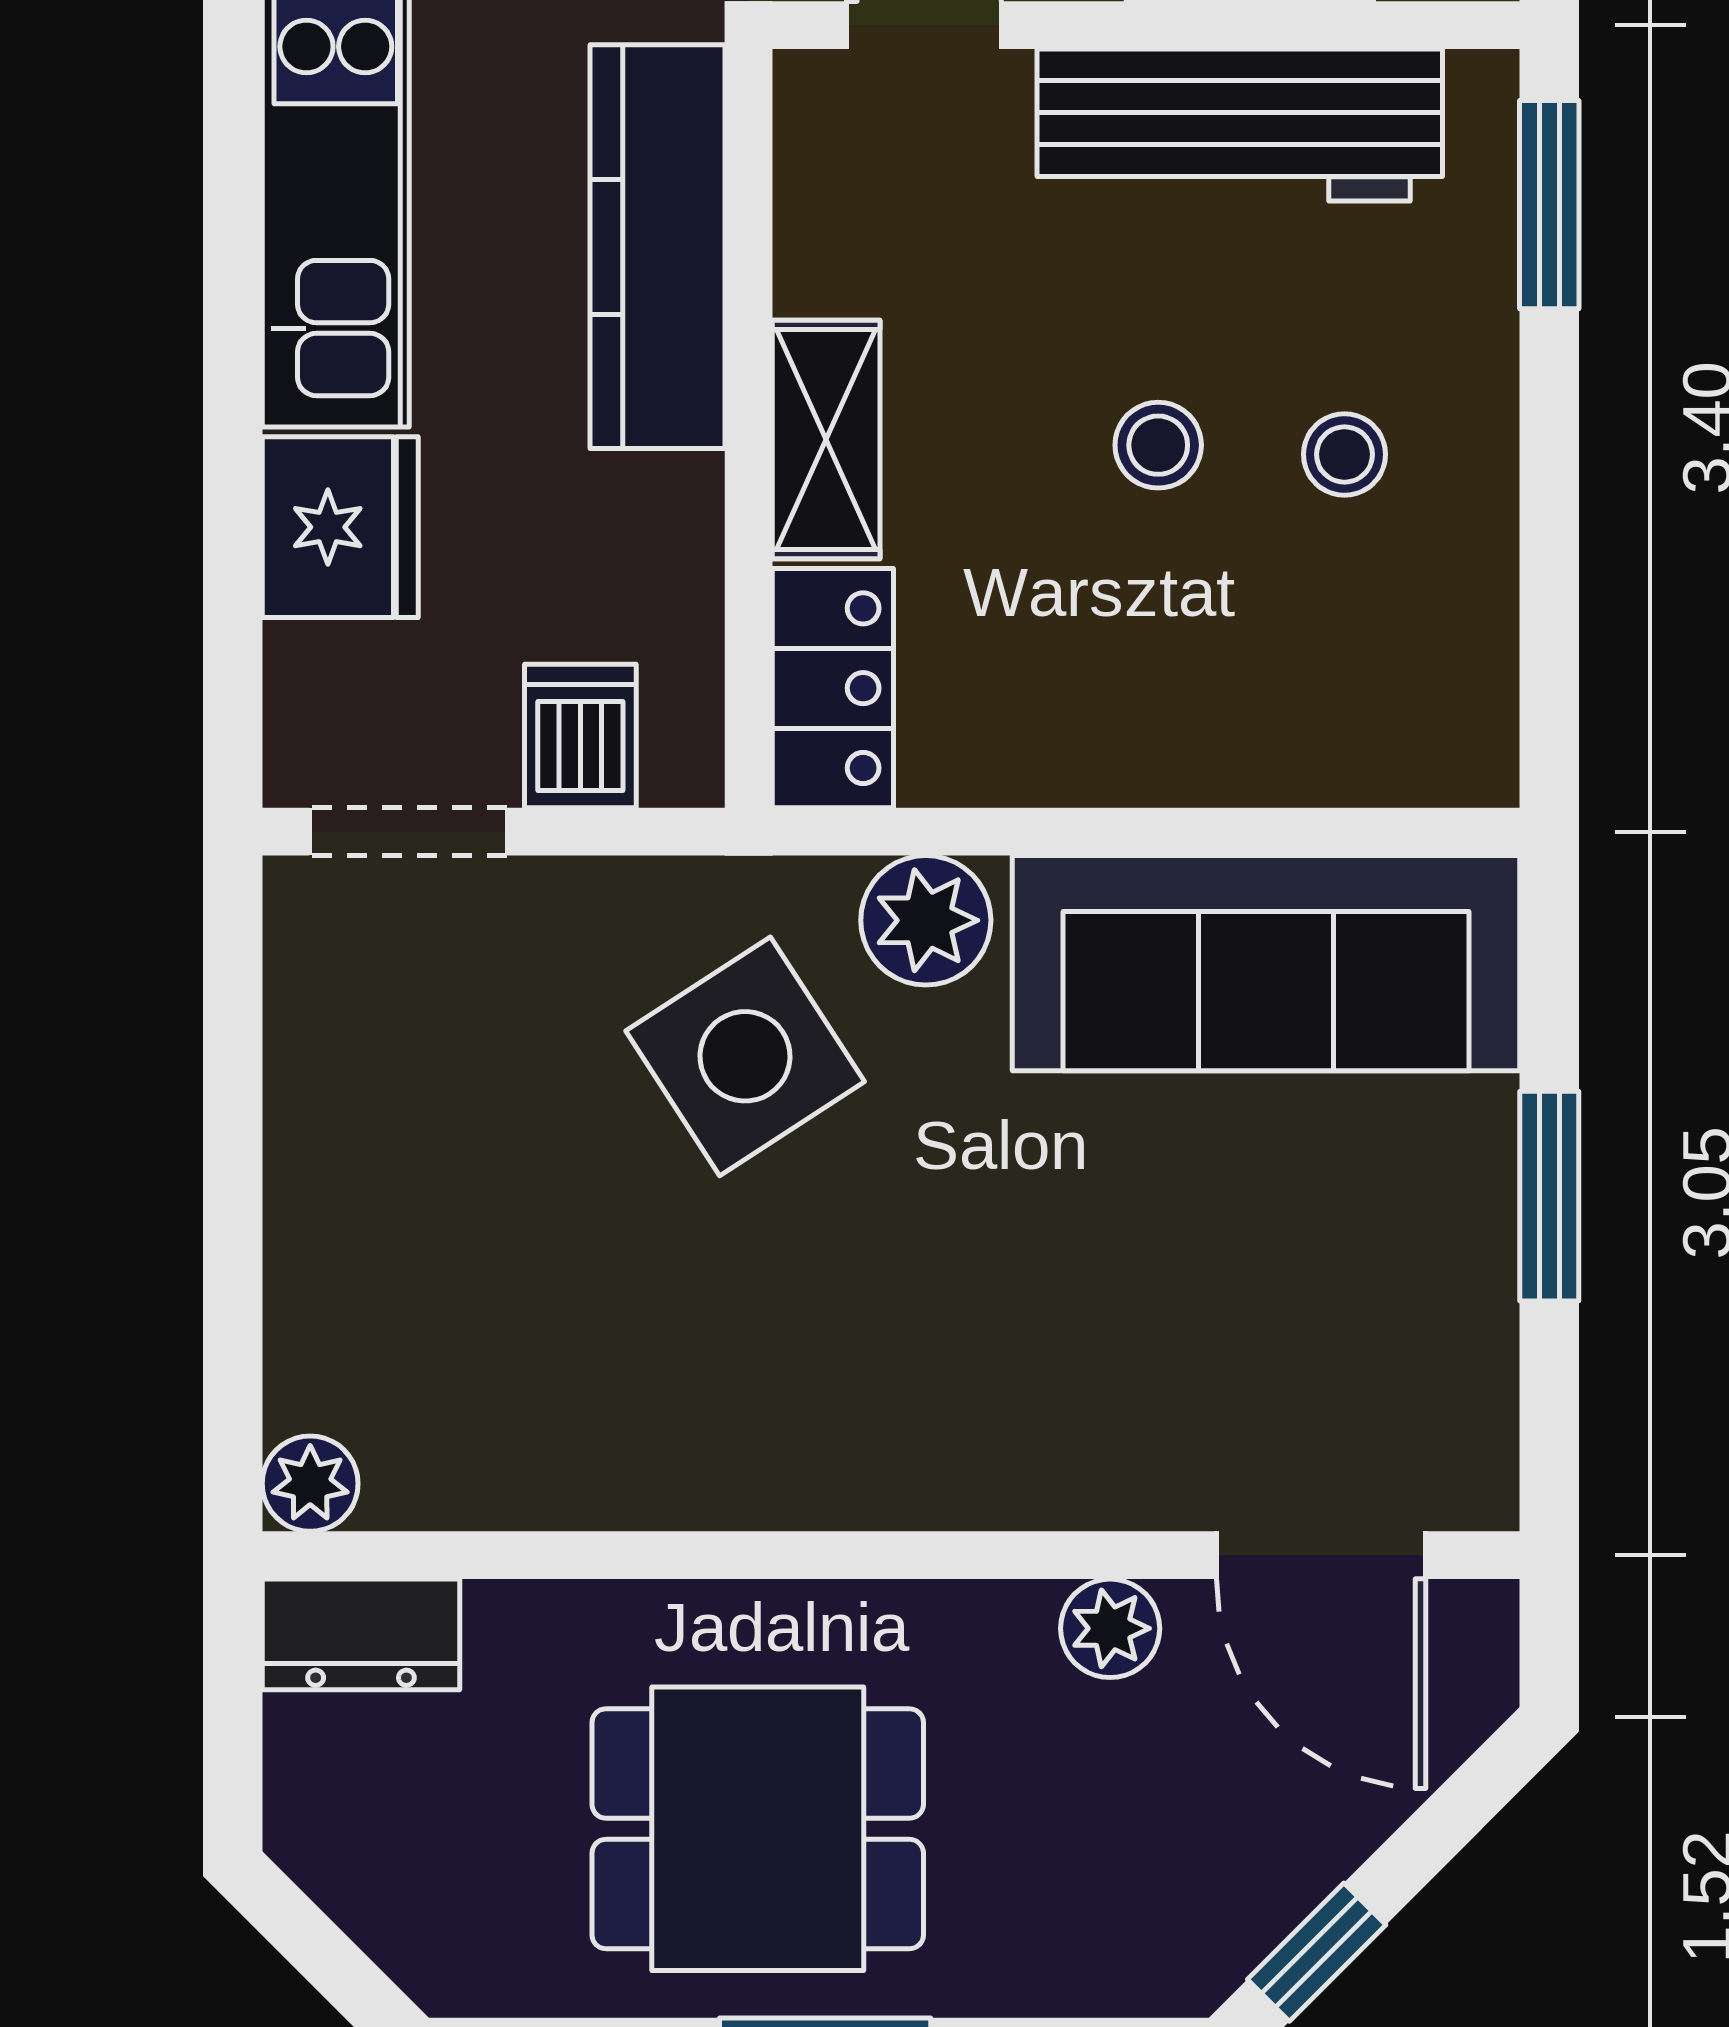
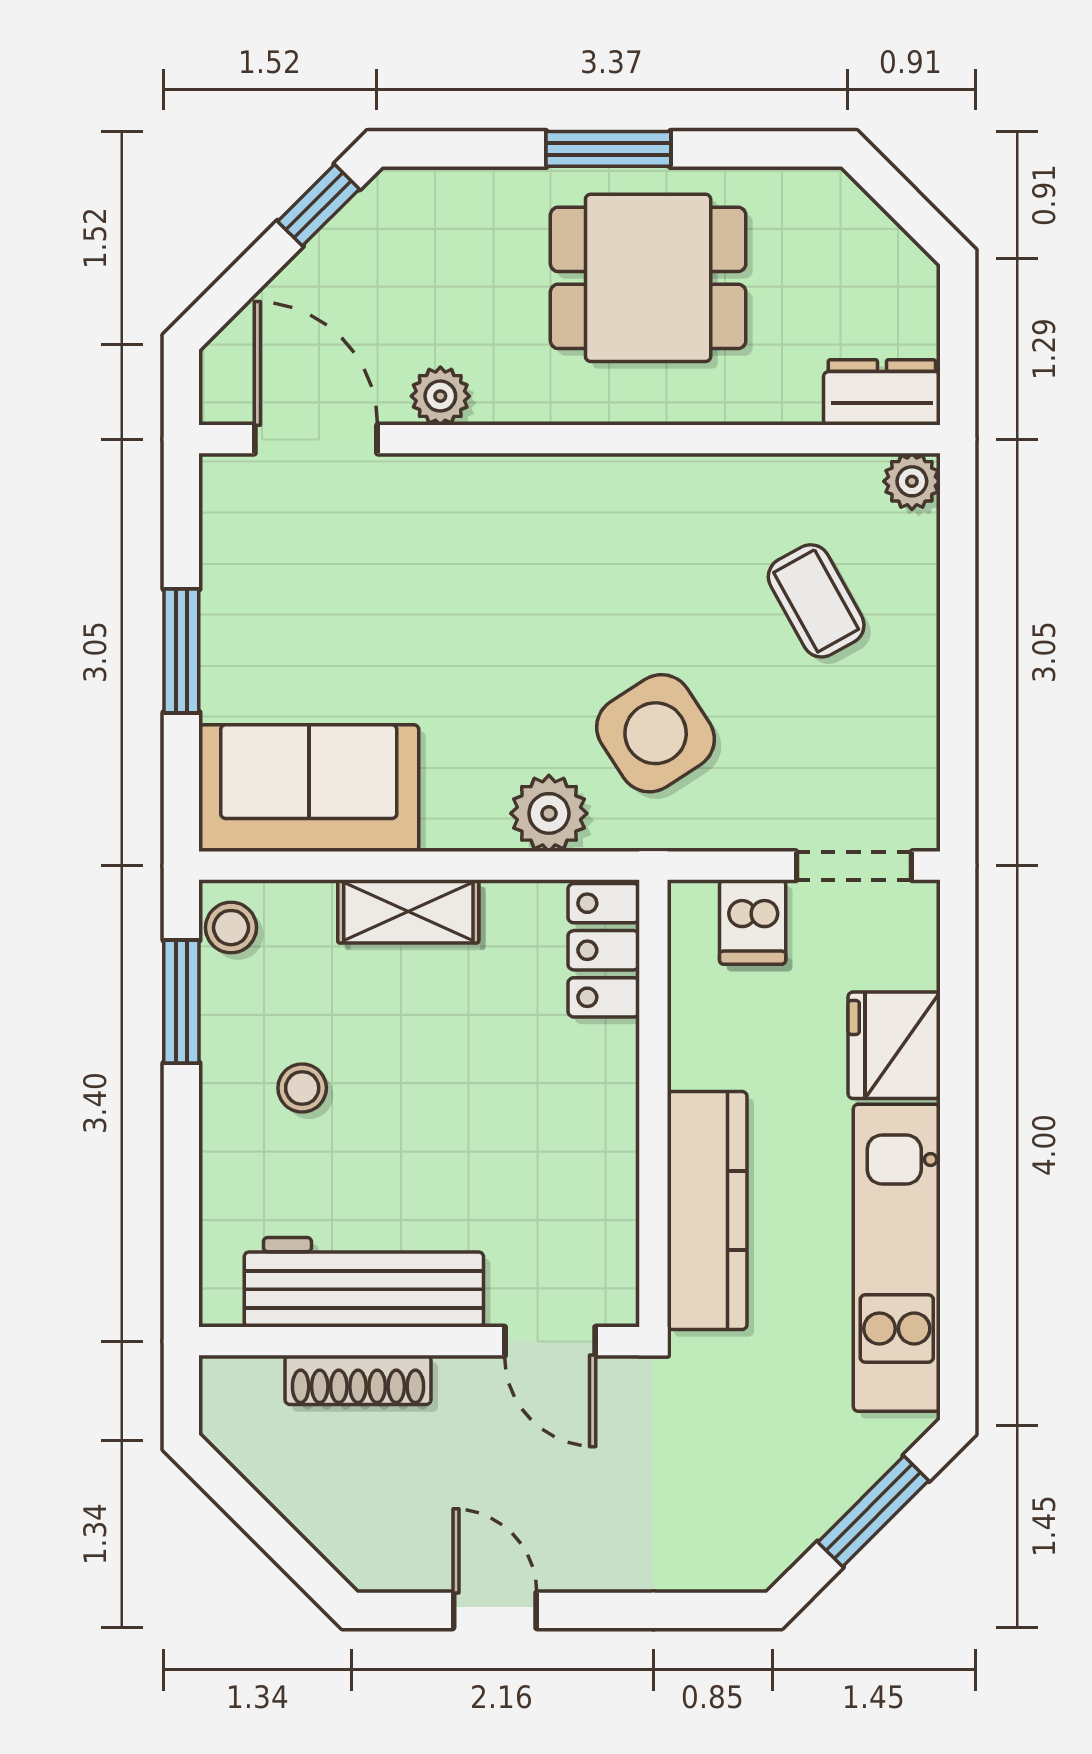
window: (1549, 205) -> (181, 1002), moved
shelving: (826, 440) -> (408, 911), moved, turned 90
stool: (1158, 445) -> (231, 928), moved
sofa: (1266, 963) -> (309, 788), width x0.73
coffee table: (473, 1281) -> (816, 601), added

